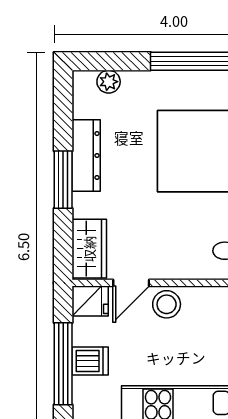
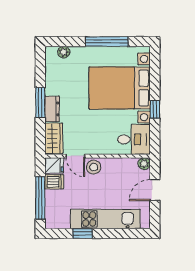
dresser: (86, 156) -> (52, 109), moved, width x0.70
door: (131, 283) -> (75, 156), hinge flipped
dishwasher: (90, 361) -> (54, 182), moved

